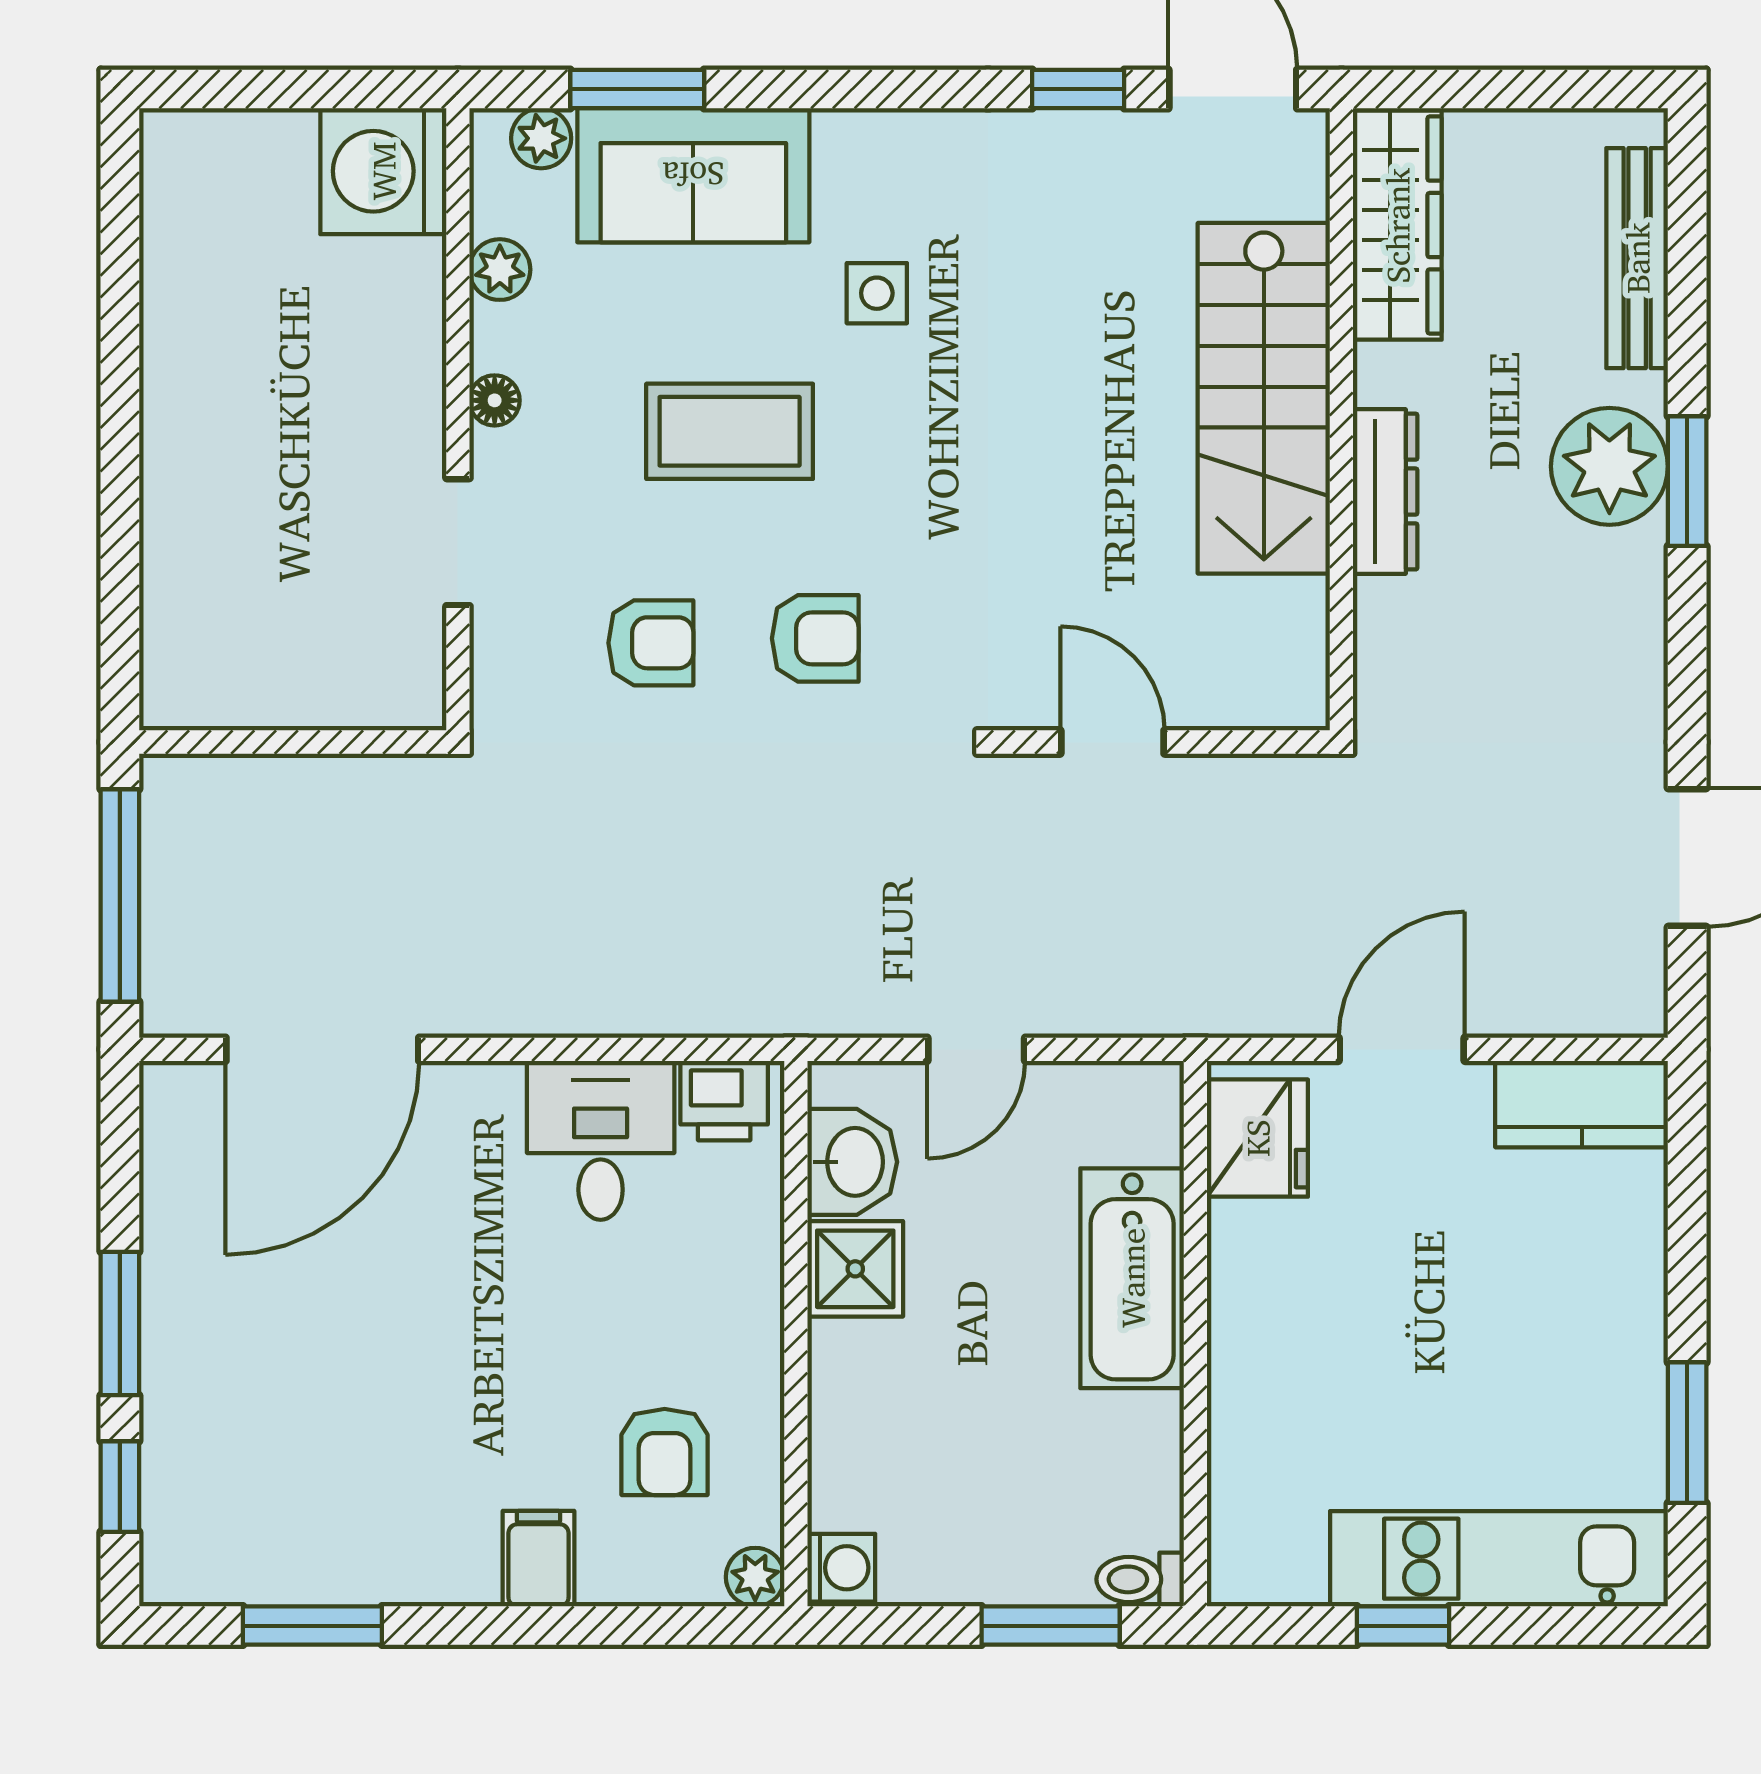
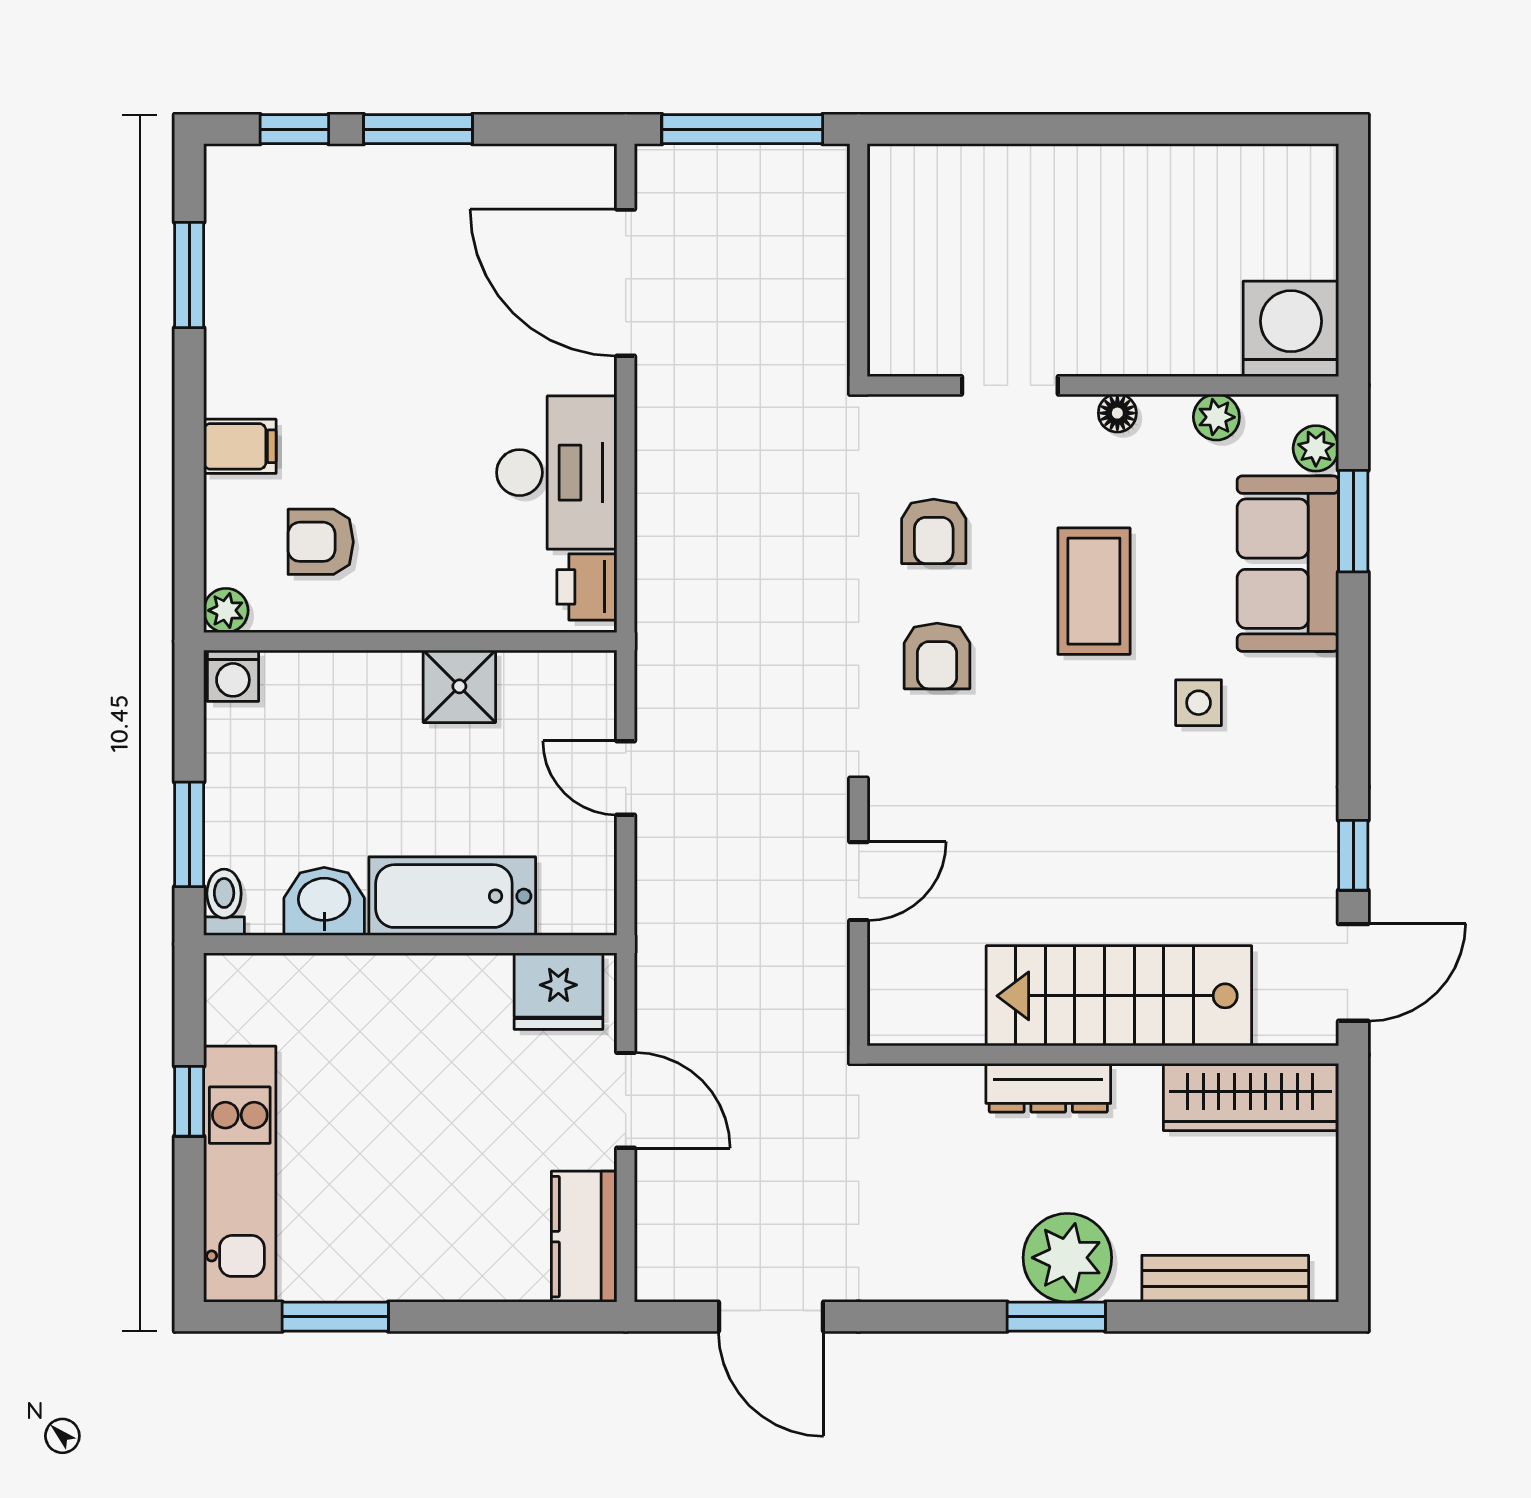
desk: (601, 1140) -> (557, 473), width x1.37
washbasin: (852, 1162) -> (324, 901), moved, turned 180

